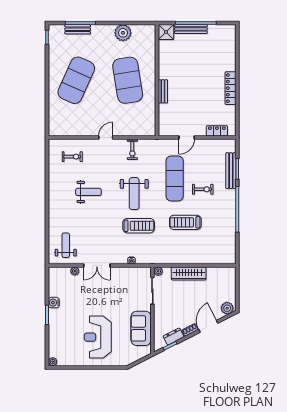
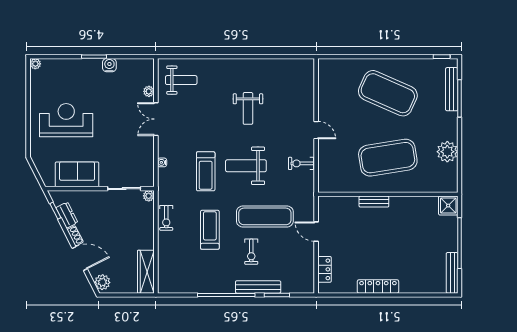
bench: (78, 29) -> (452, 89), width x1.36
bench: (191, 29) -> (452, 273), moved
exercise bike: (72, 157) -> (166, 218), moved
bench: (231, 171) -> (258, 287), moved
wardrobe: (189, 273) -> (146, 272), moved

